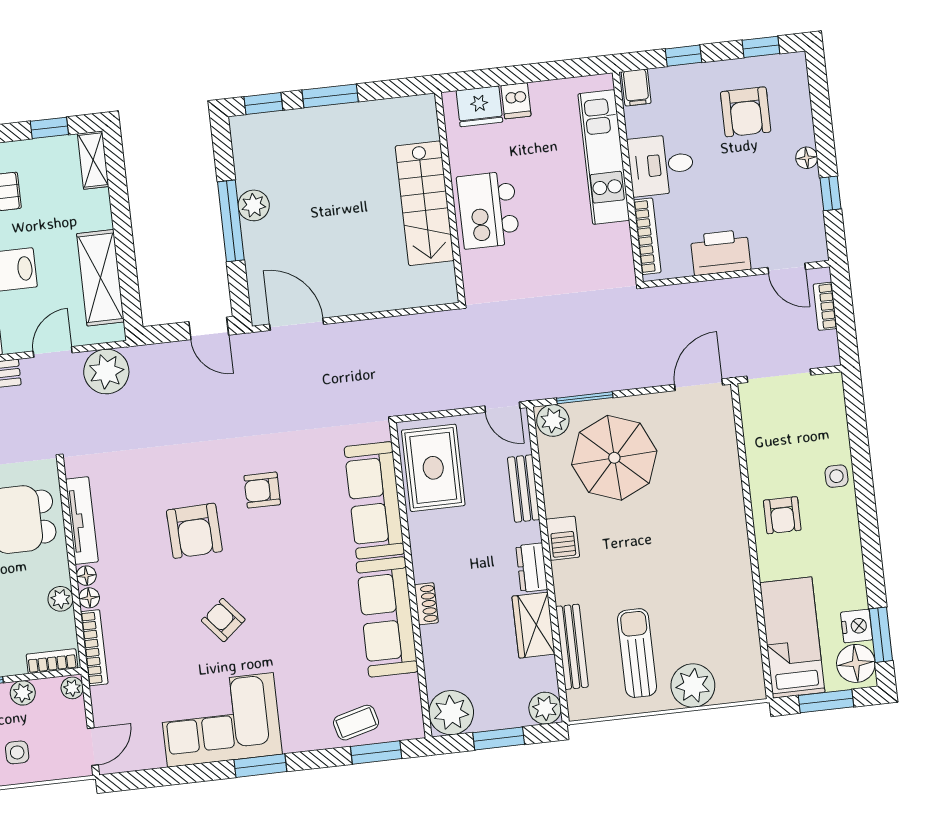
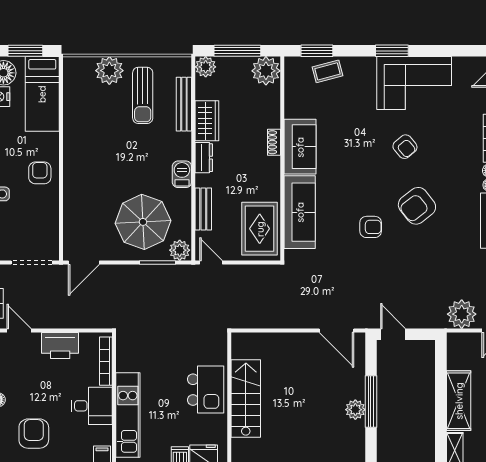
shelving: (100, 278) -> (459, 401), moved
armchair: (194, 531) -> (417, 206), turned -126
sofa: (387, 617) -> (300, 147), width x0.73
window: (499, 738) -> (237, 51), width x1.44

